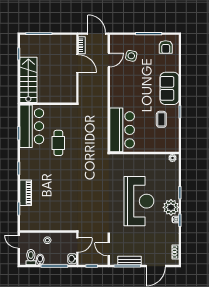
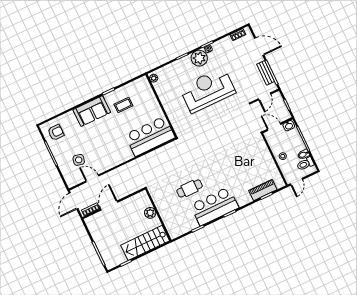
plant: (53, 97) -> (150, 213), added
bar counter: (32, 126) -> (215, 206), moved
piano: (26, 193) -> (263, 190), moved

